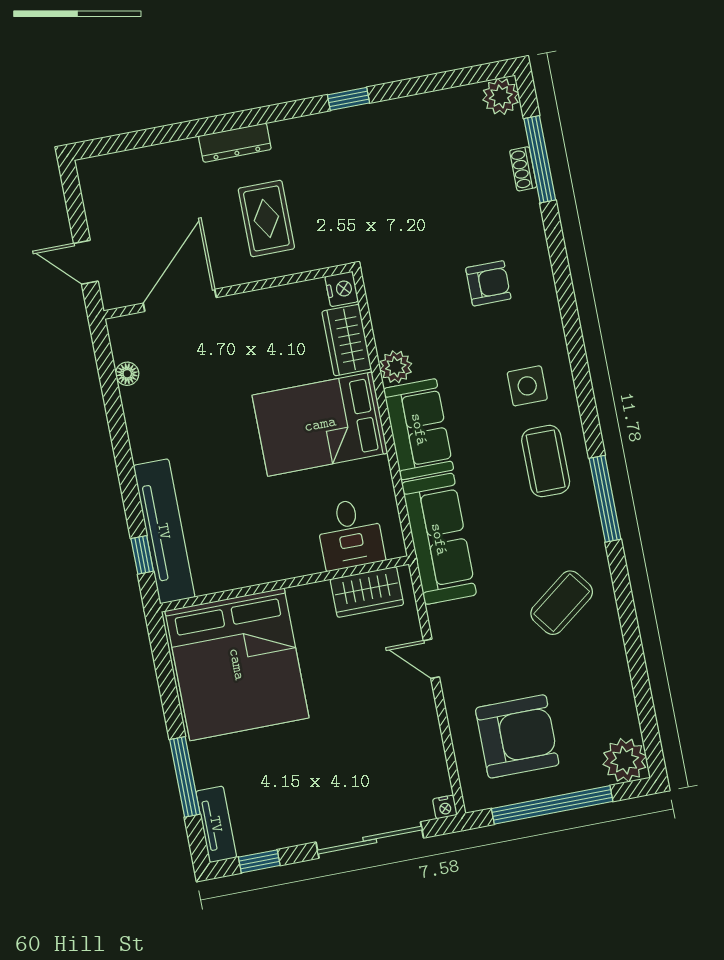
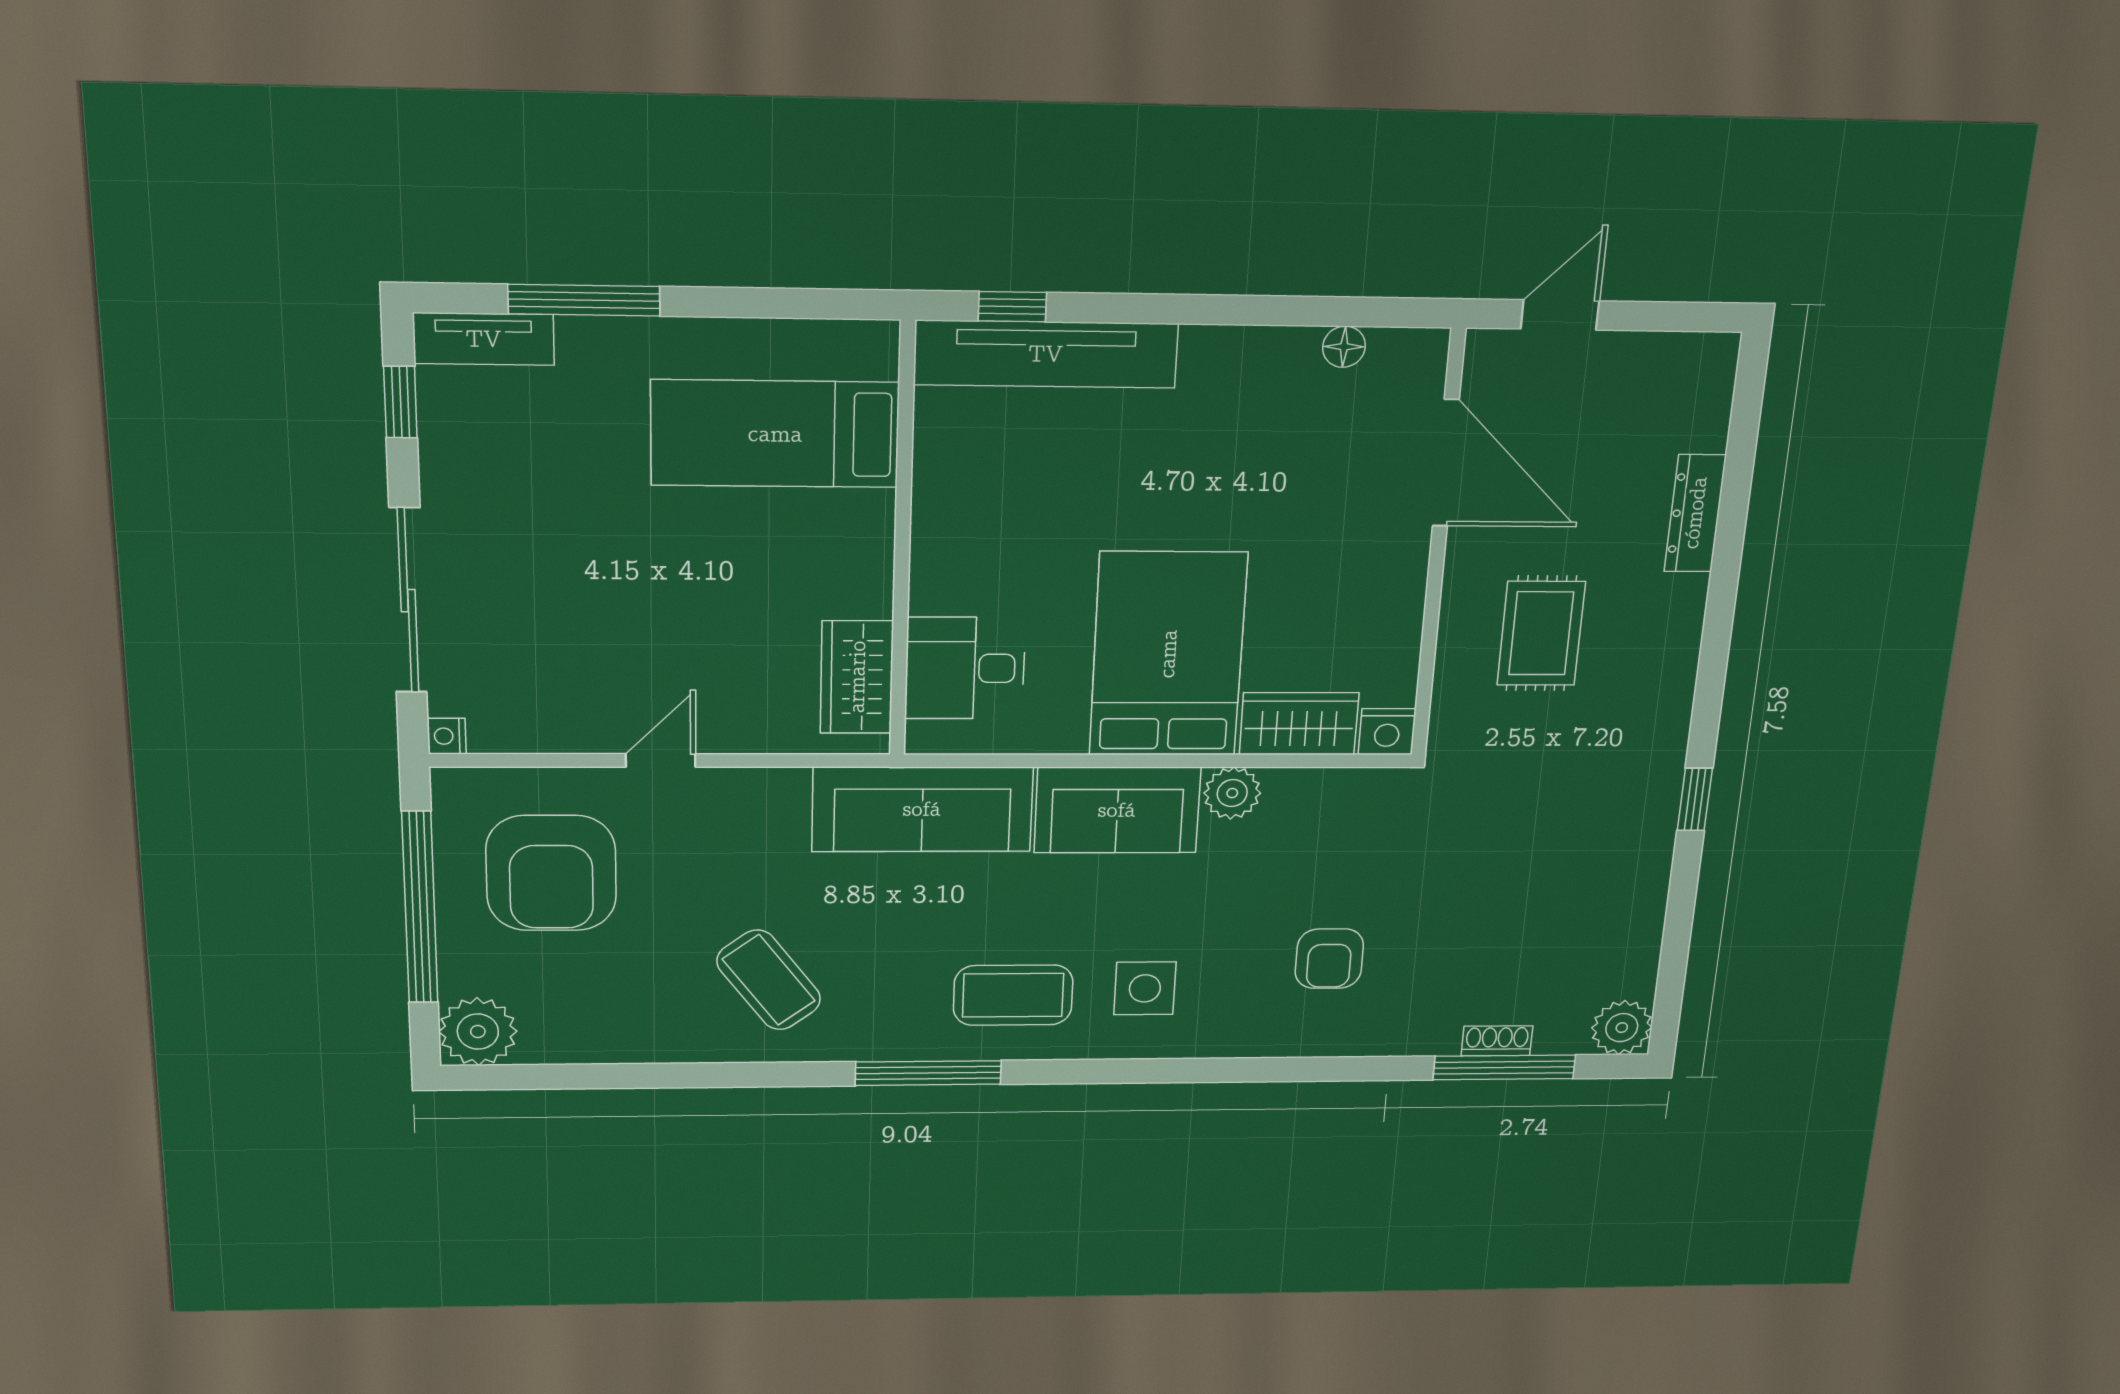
dresser: (235, 143) -> (1695, 513), moved
rug: (266, 218) -> (1541, 633), turned 90
door: (431, 659) -> (661, 761), moved
bed: (237, 664) -> (775, 434), width x0.49

